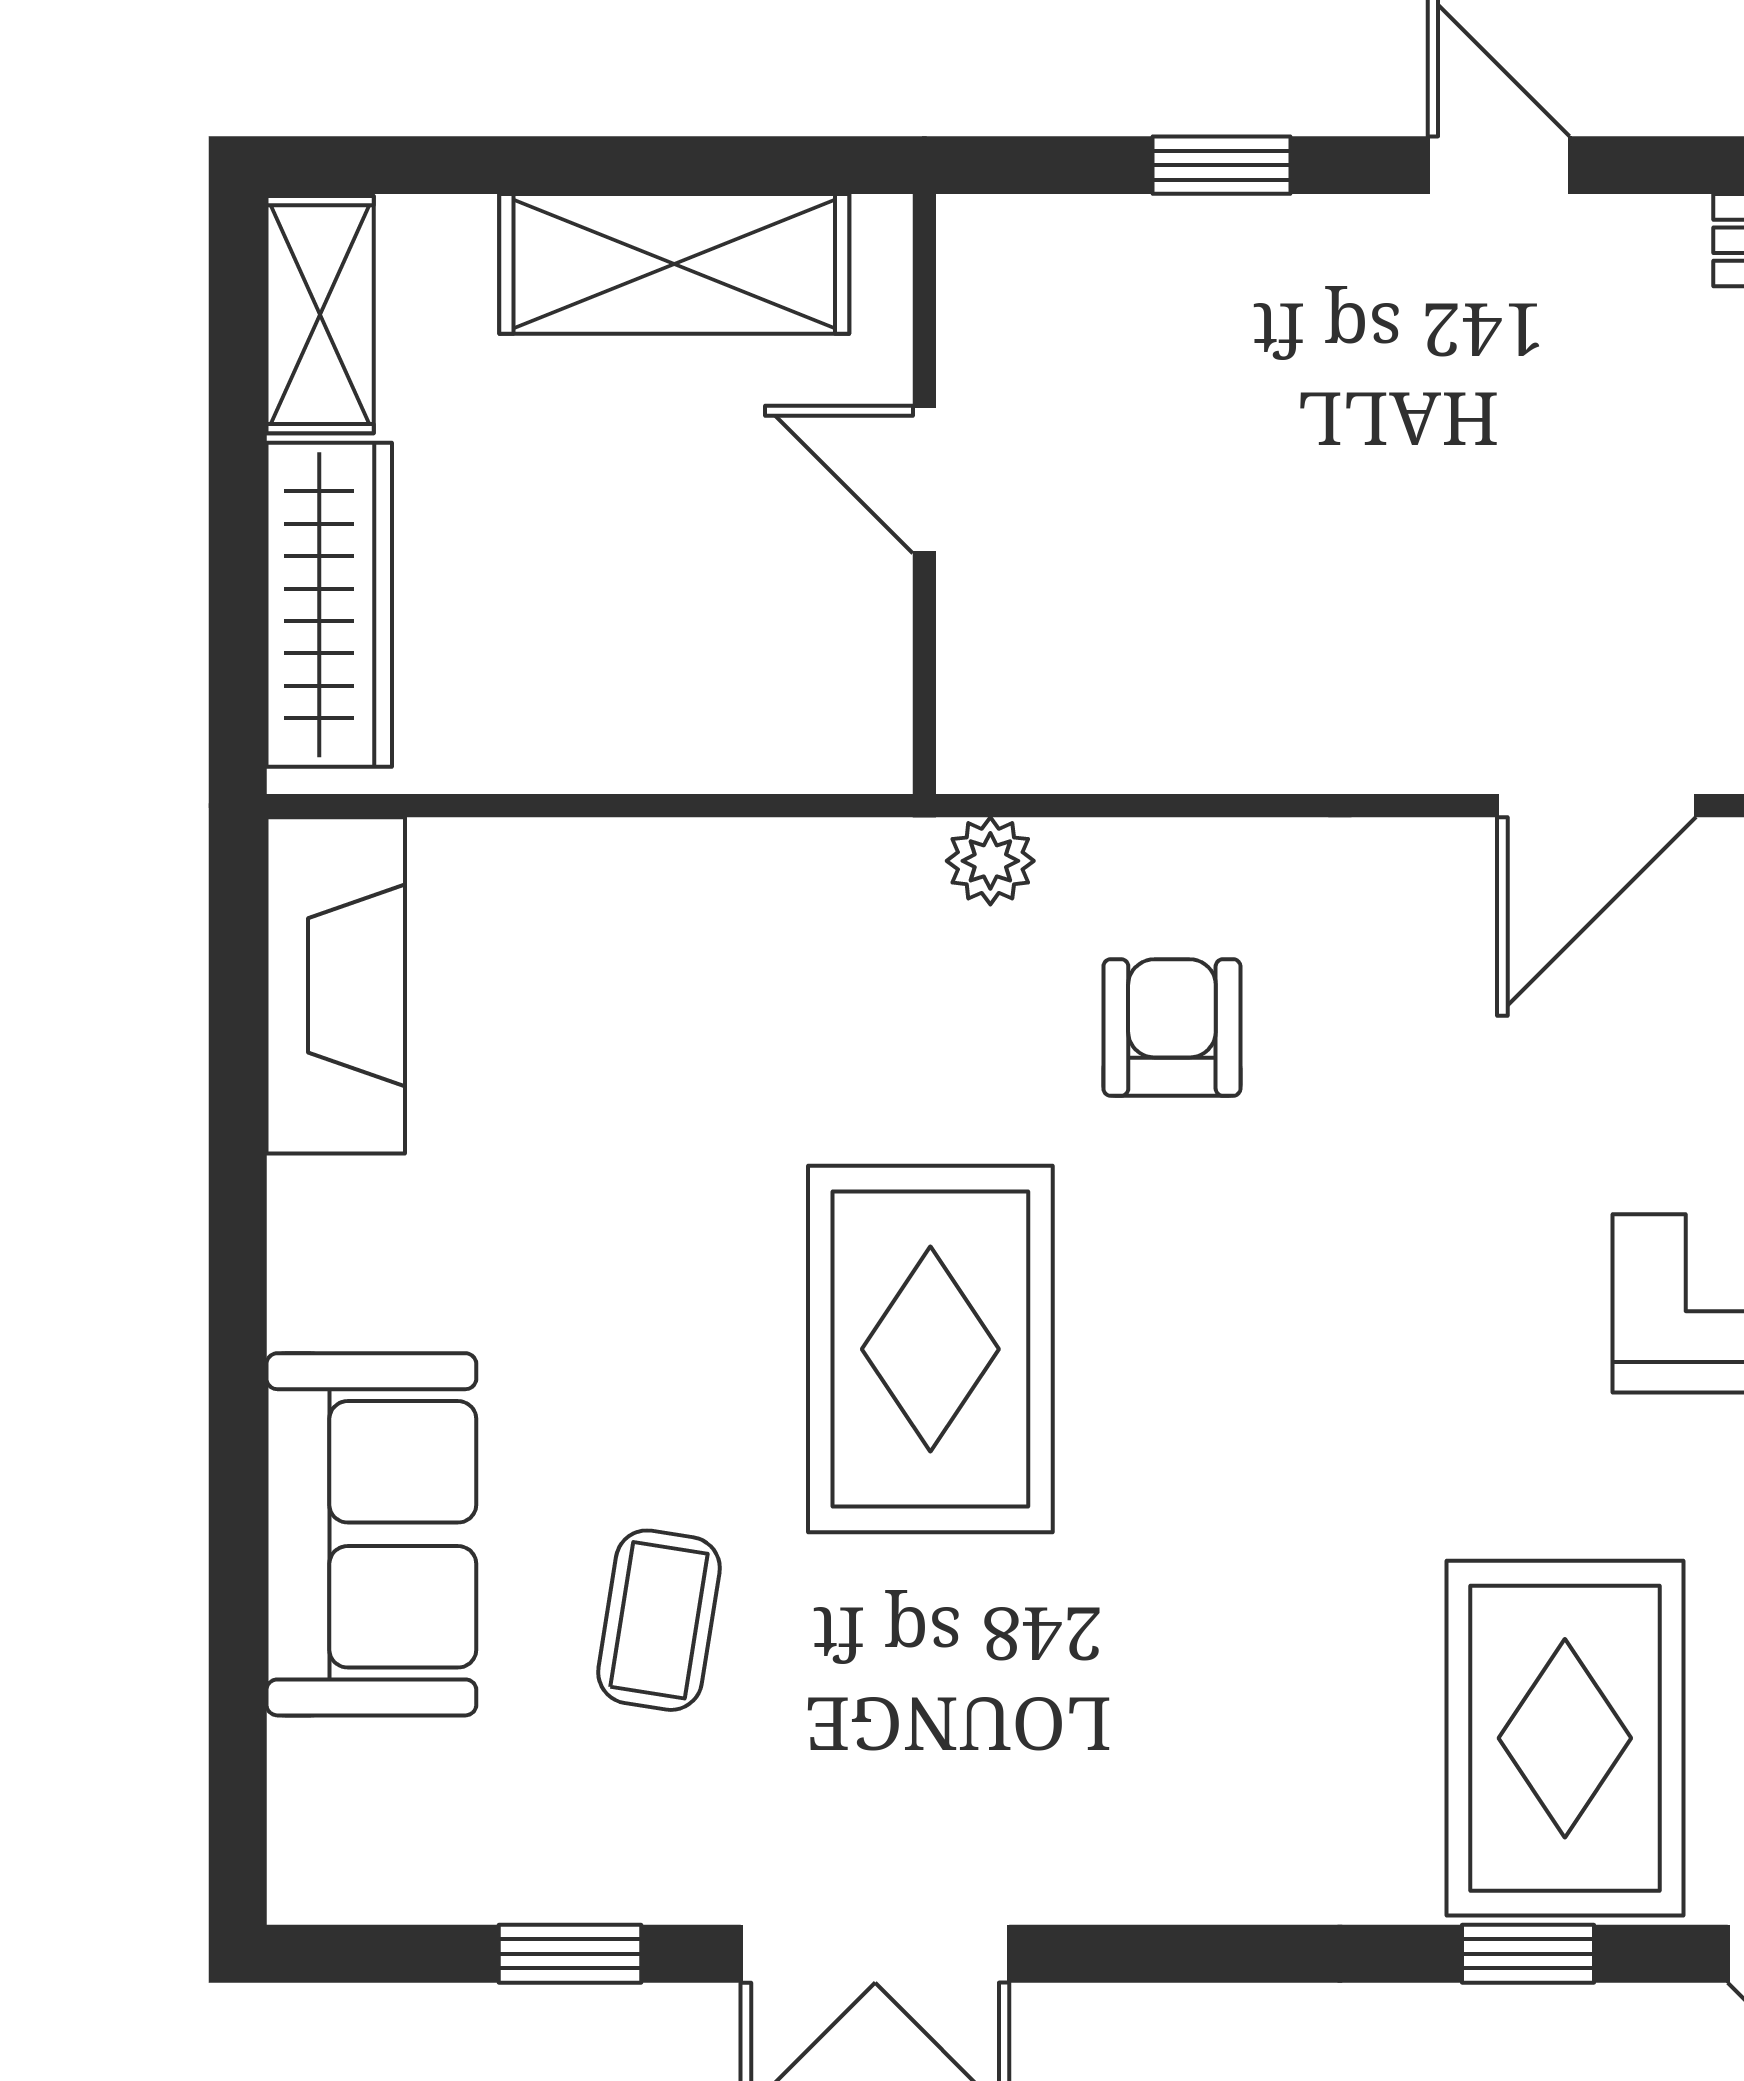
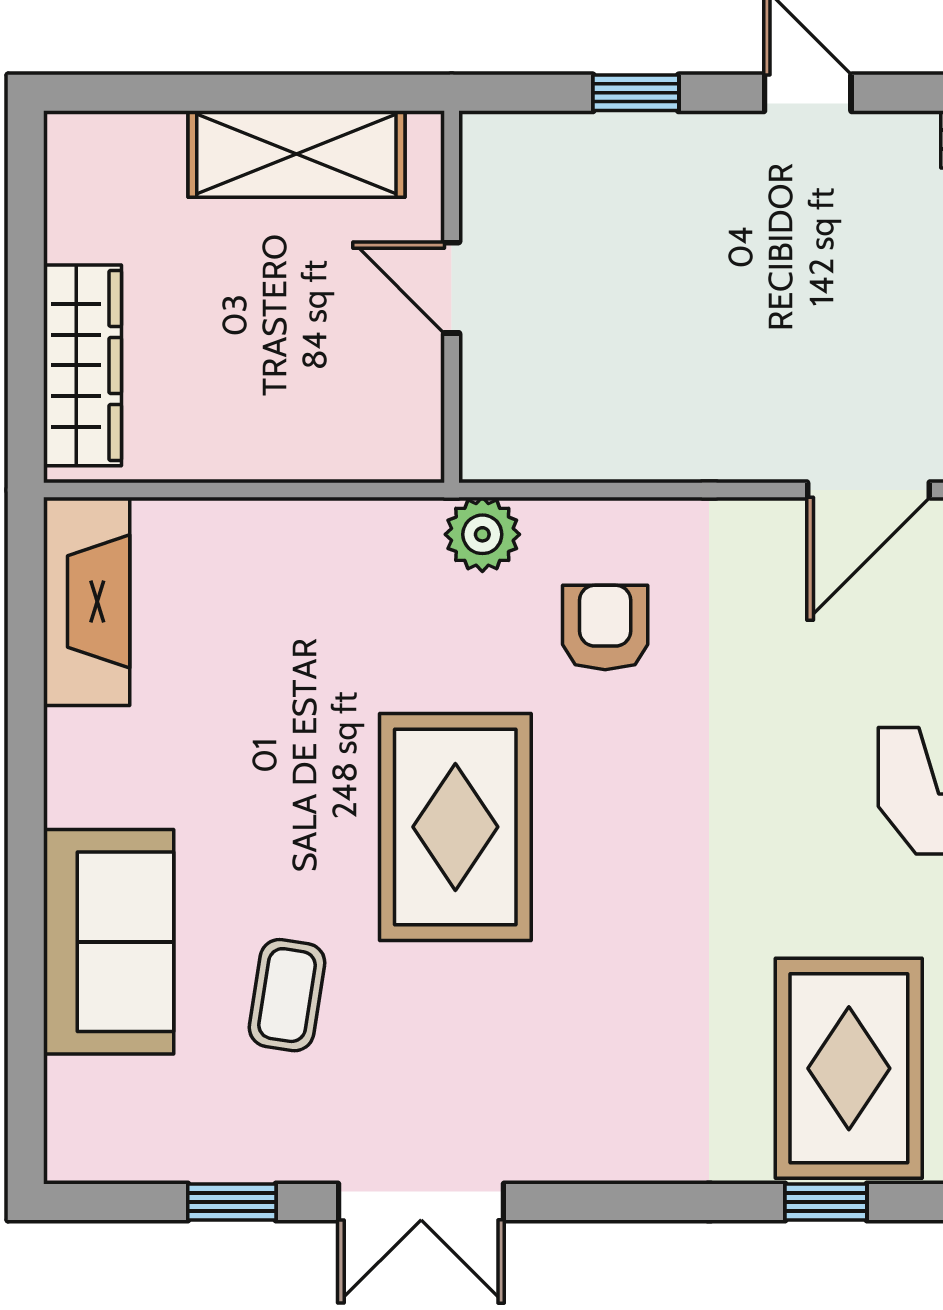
shelving: (320, 315) -> (77, 186), removed
plant: (990, 861) -> (482, 534), width x1.38, depth x1.38

